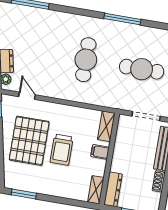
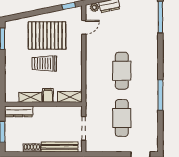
cafe table: (86, 60) -> (122, 71), turned 90
shelving: (96, 190) -> (30, 97), moved

